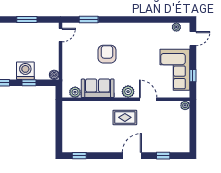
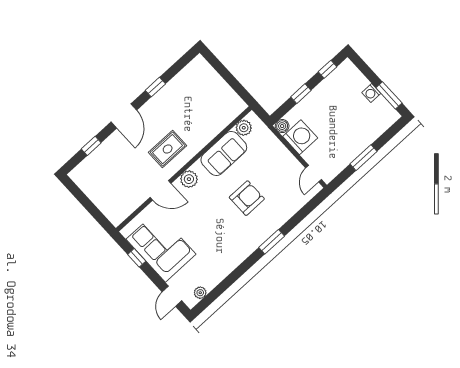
window: (89, 20) -> (272, 242), moved
armchair: (107, 54) -> (247, 198), turned -90
washing machine: (25, 71) -> (300, 137), moved, turned -90
plant: (185, 105) -> (116, 219), removed
window: (79, 156) -> (155, 87), moved

